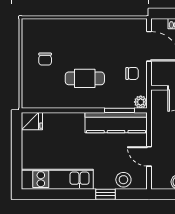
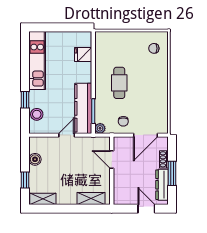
chair: (45, 59) -> (154, 48), moved
fridge: (32, 121) -> (83, 55), moved, turned 90
door: (149, 156) -> (67, 135), moved

